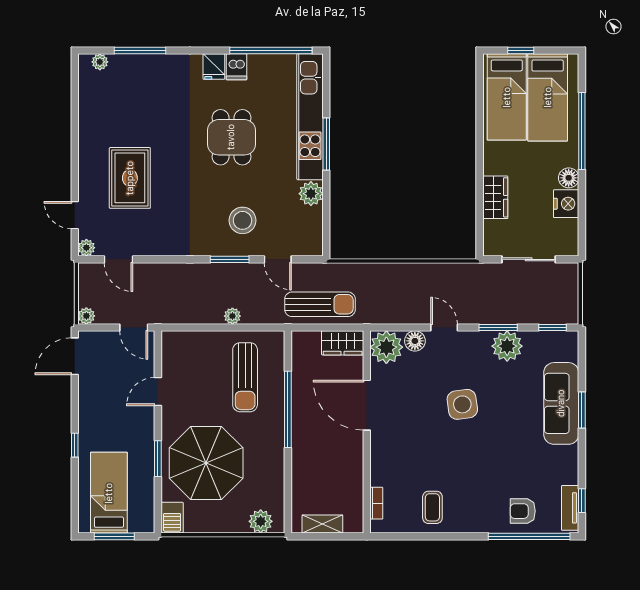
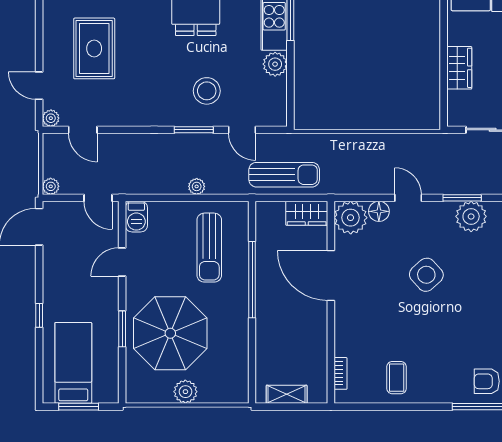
side table: (462, 404) -> (426, 275), turned -34
barbecue: (172, 518) -> (136, 217), moved
plant: (261, 521) -> (185, 392), moved

